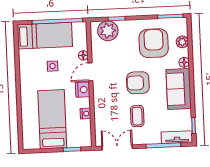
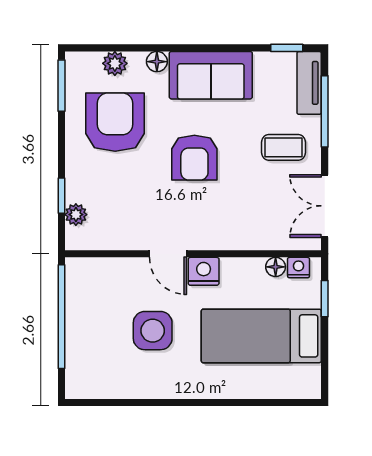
plant: (108, 31) -> (76, 215), width x0.53, depth x0.53
bed: (45, 36) -> (90, 344), removed
armchair: (154, 43) -> (115, 122), turned 90
floor lamp: (83, 55) -> (276, 267), moved
side table: (53, 66) -> (153, 331), width x1.87, depth x1.87
nightstand: (85, 114) -> (299, 268), moved
coffee table: (137, 116) -> (283, 147), moved

